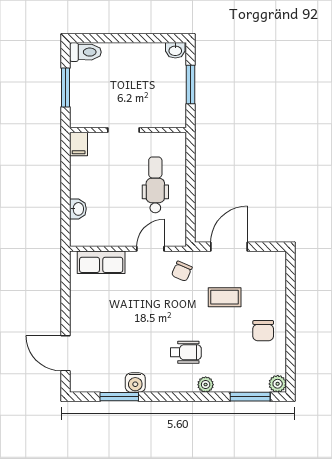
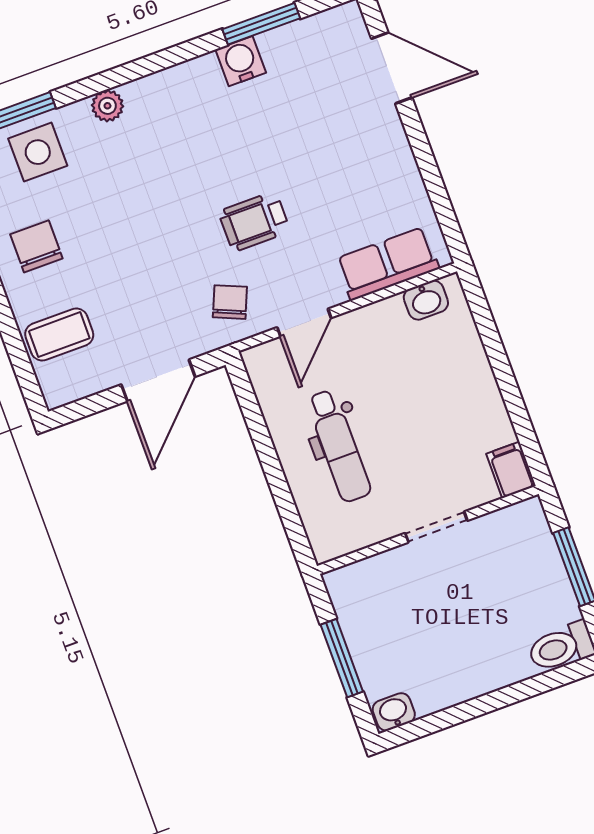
washbasin: (78, 209) -> (426, 300), moved, turned -90
coffee table: (225, 297) -> (59, 335), moved
wheelchair: (186, 352) -> (254, 221), moved
side table: (246, 375) -> (38, 152), added

